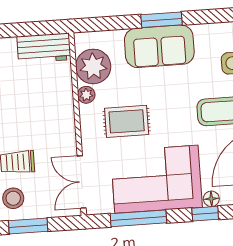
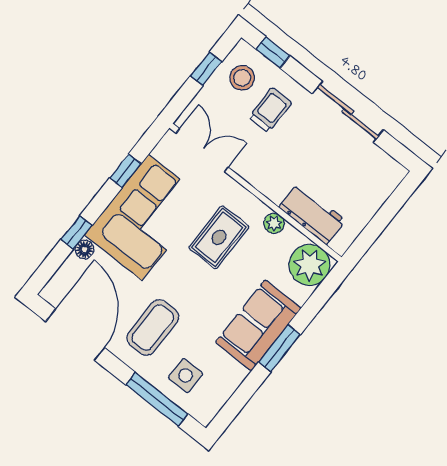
workbench: (44, 48) -> (312, 214), moved, turned 90
plant: (93, 66) -> (310, 265), moved
window: (138, 218) -> (125, 171), width x0.46
window: (28, 226) -> (206, 69), width x0.67

